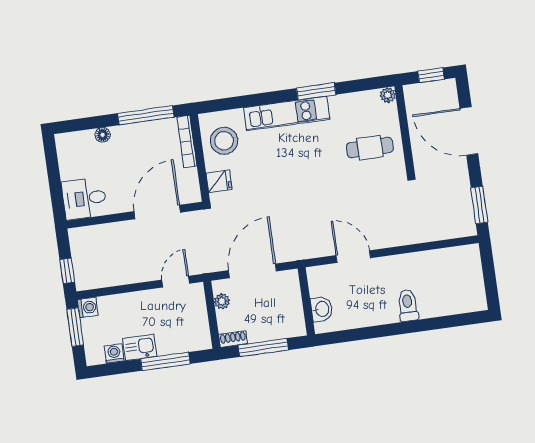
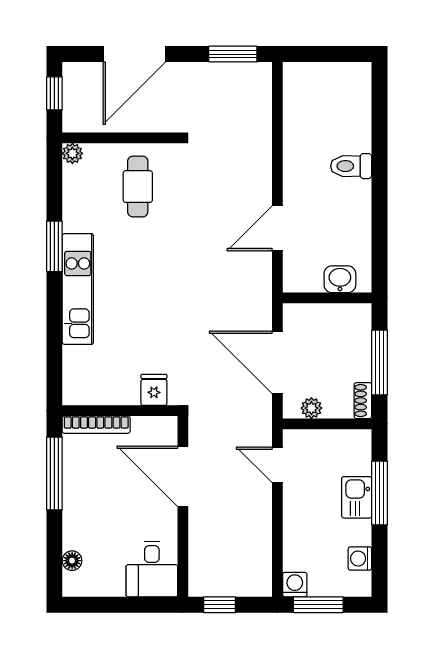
floor lamp: (103, 135) -> (72, 561), moved
stool: (224, 141) -> (102, 376), removed
window: (67, 271) -> (219, 605), moved
kitchen sink: (140, 347) -> (357, 497), moved

